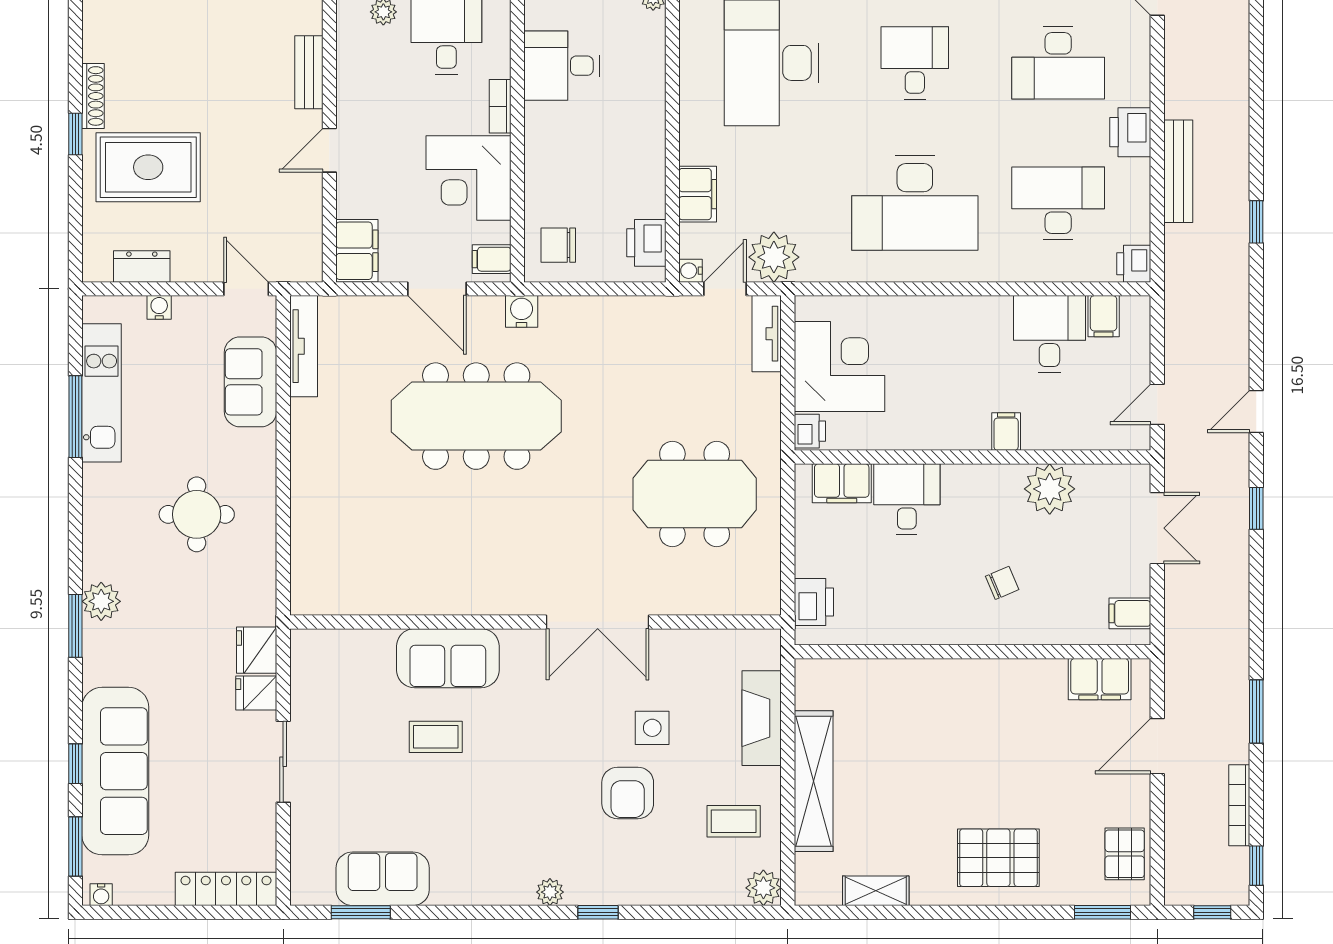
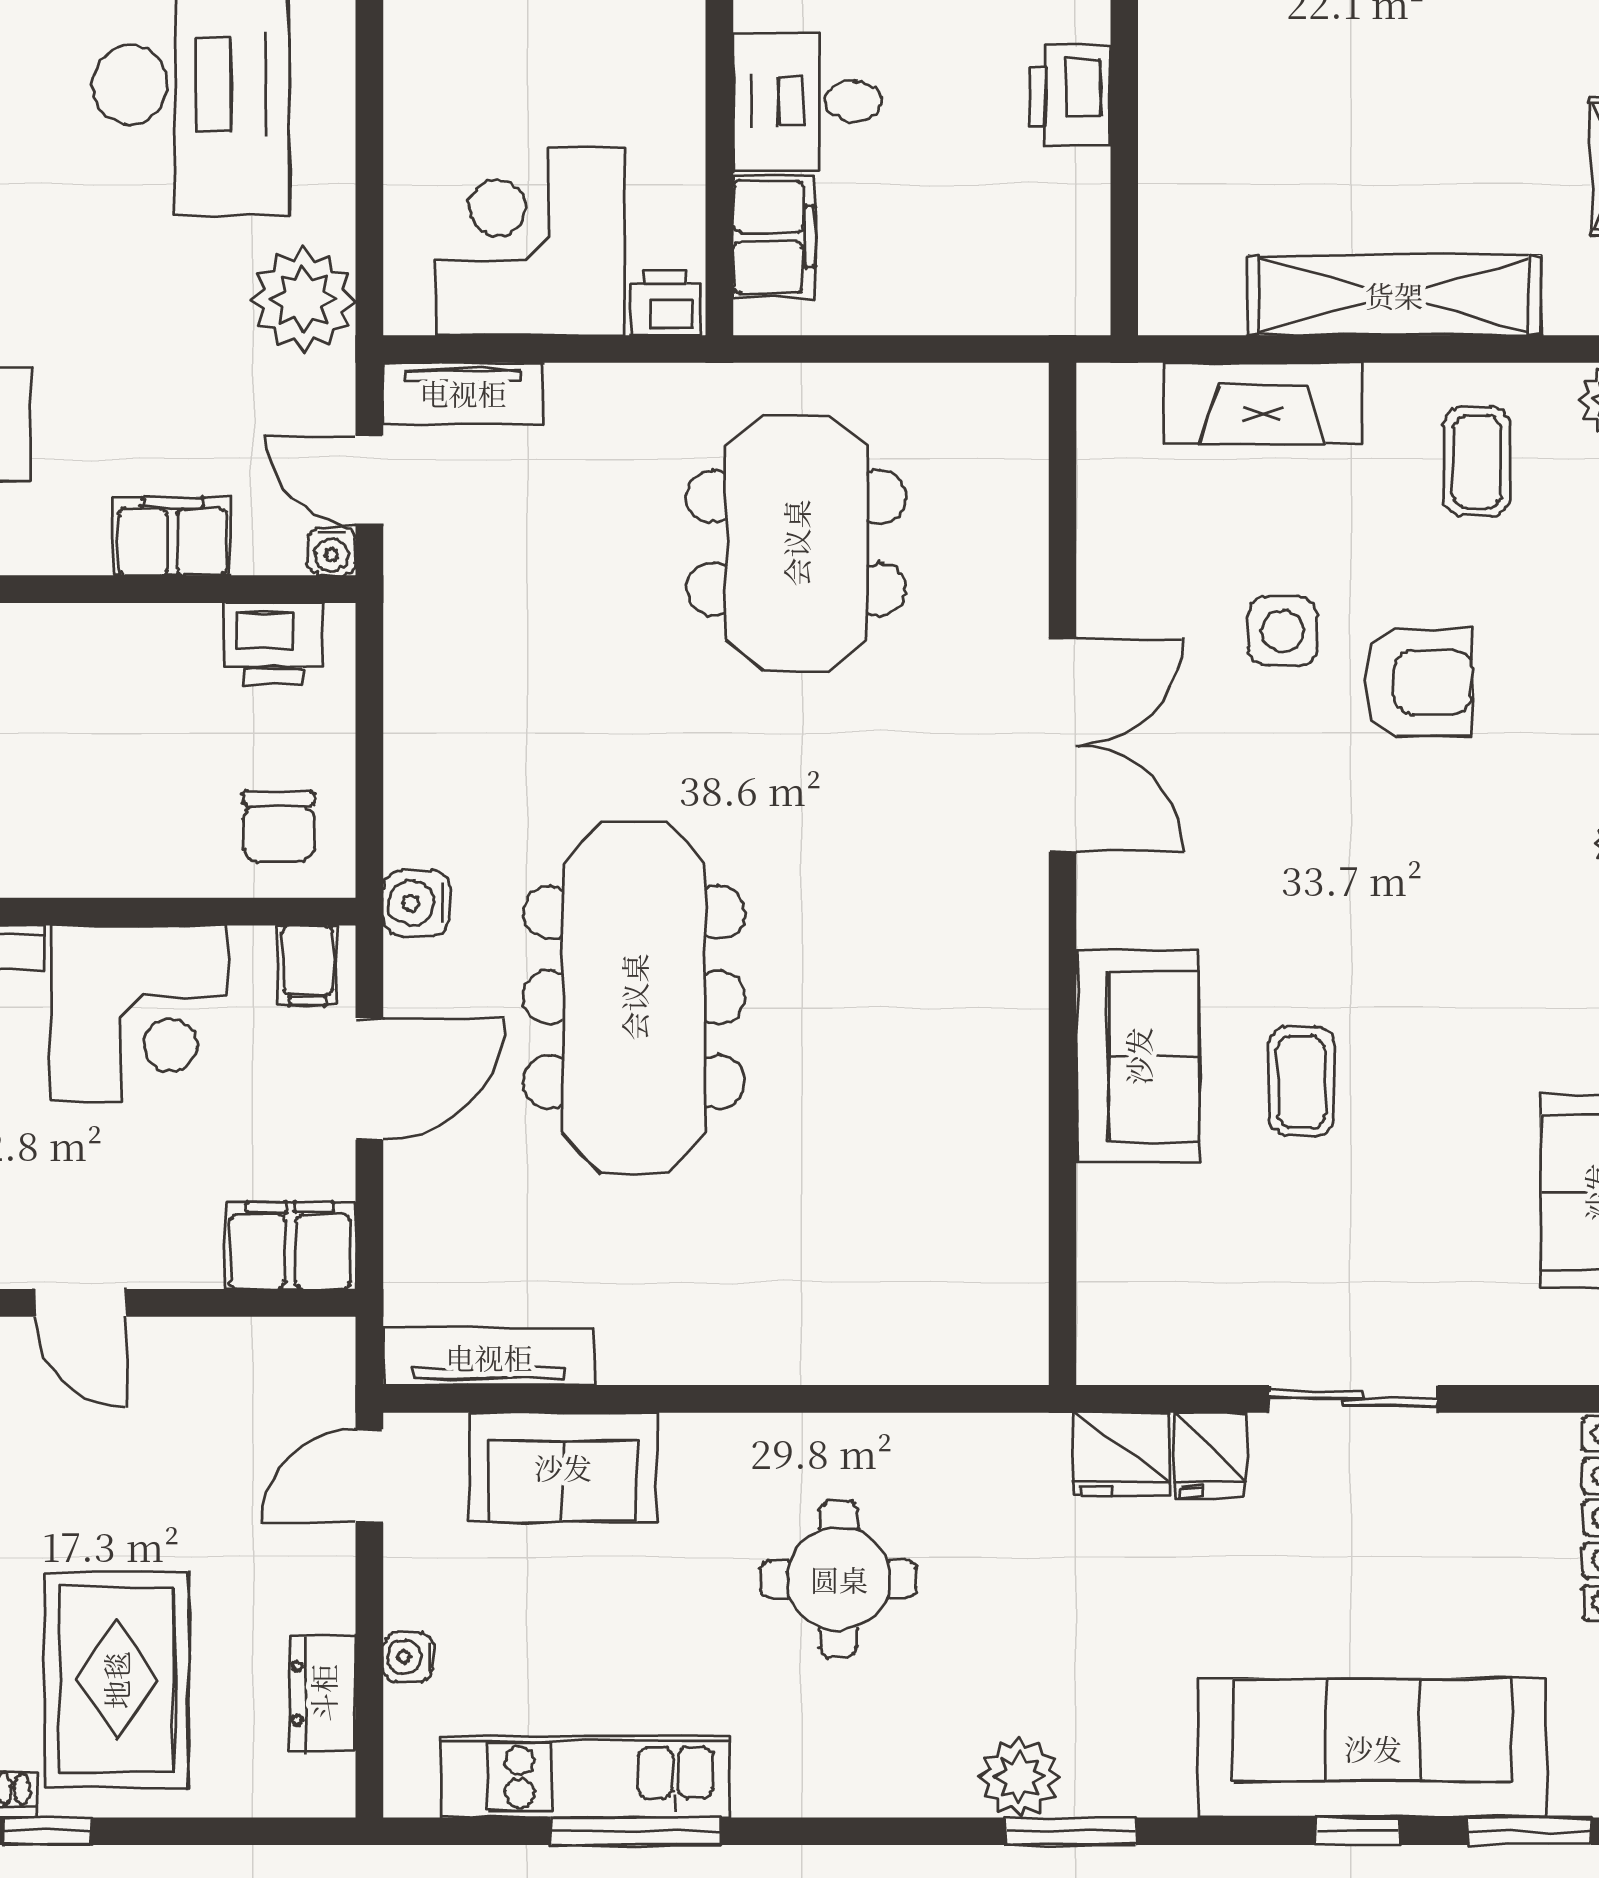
plant: (774, 257) -> (303, 299), moved
printer: (814, 602) -> (1070, 96), moved, turned -90

